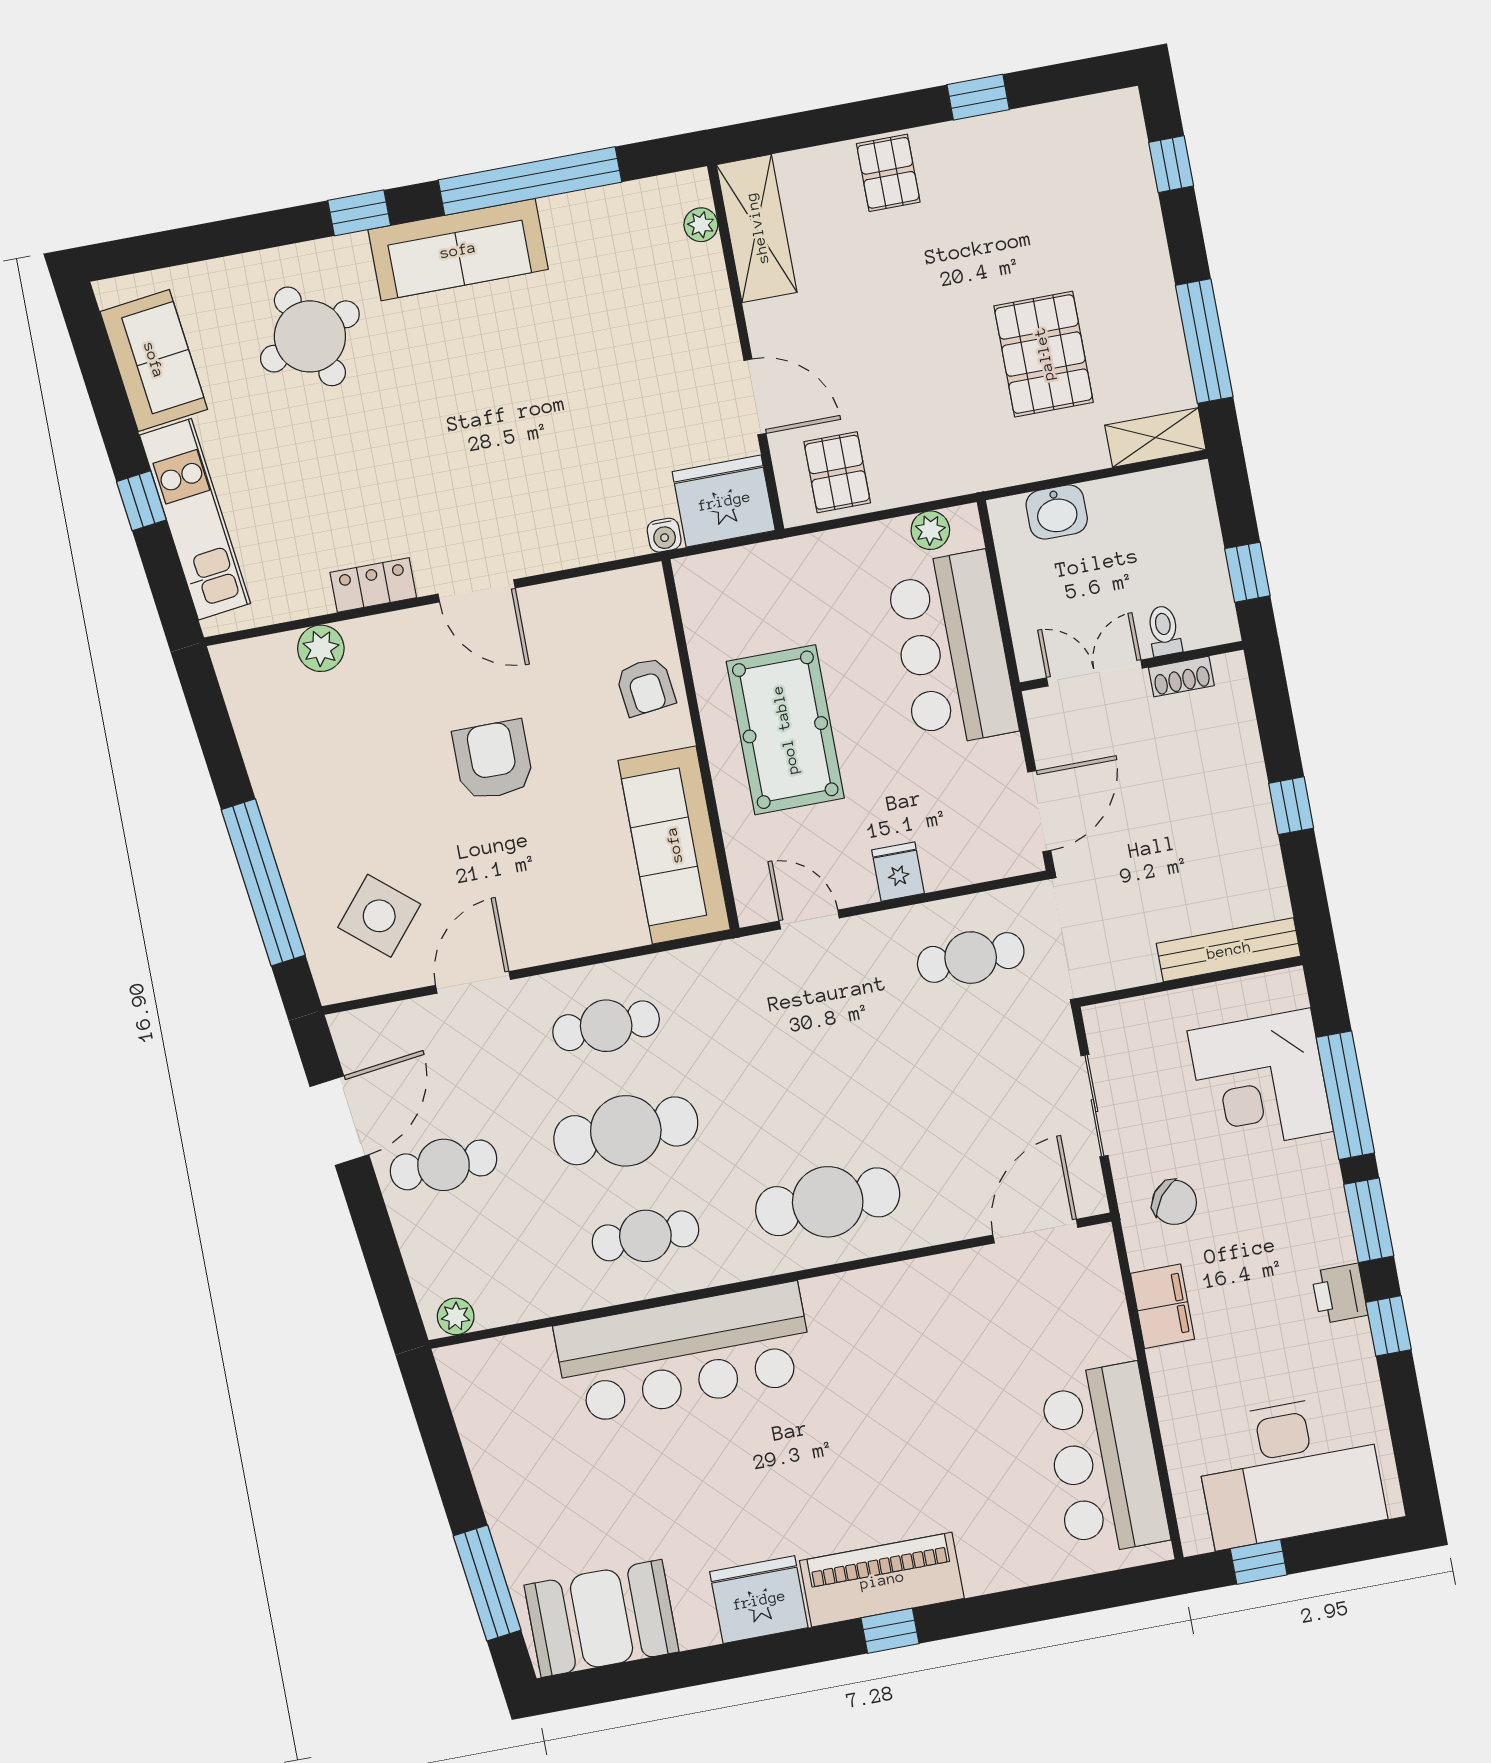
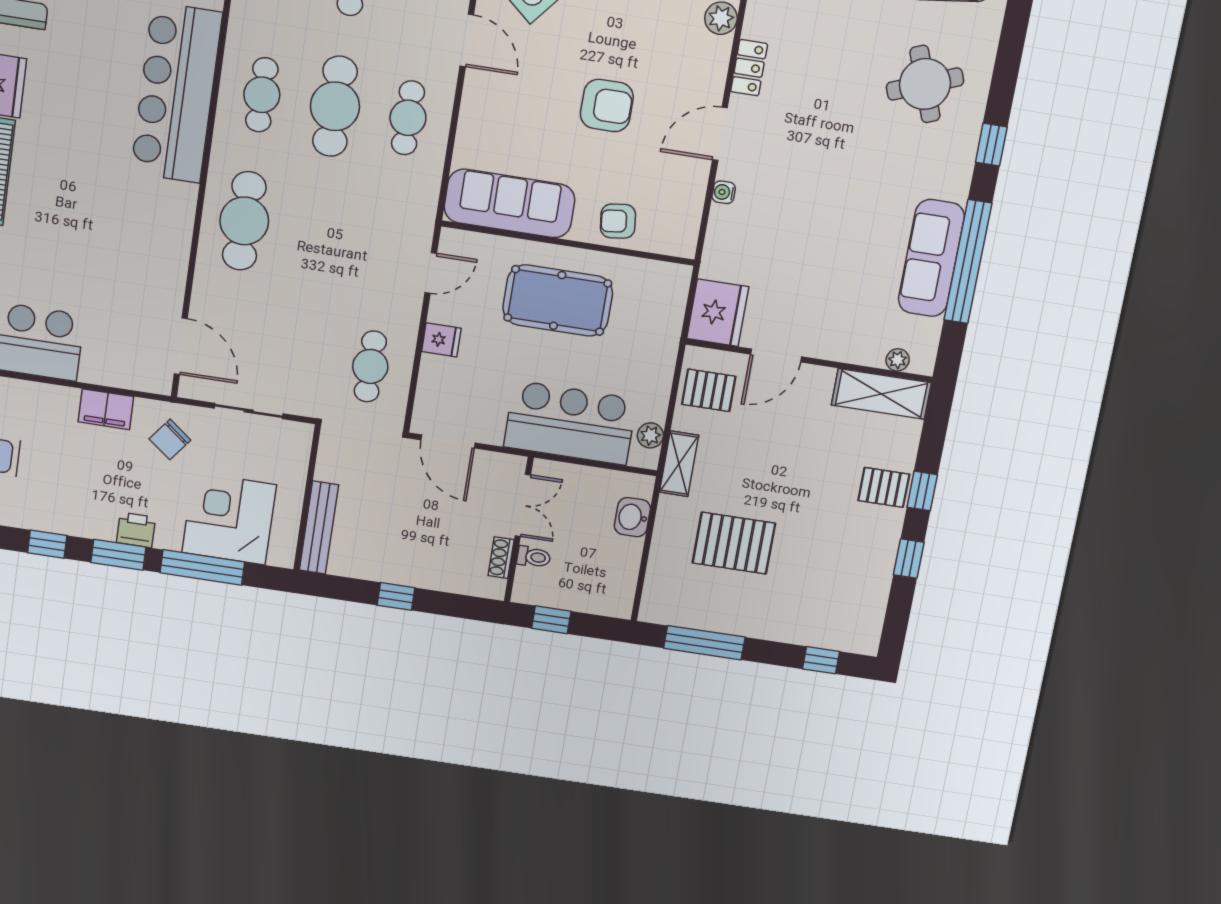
window: (874, 117) -> (922, 491), added
sofa: (458, 250) -> (931, 258), moved
shelving: (1155, 438) -> (679, 464), moved
water cooler: (664, 535) -> (724, 192), moved
printer: (1339, 1294) -> (136, 530), moved

